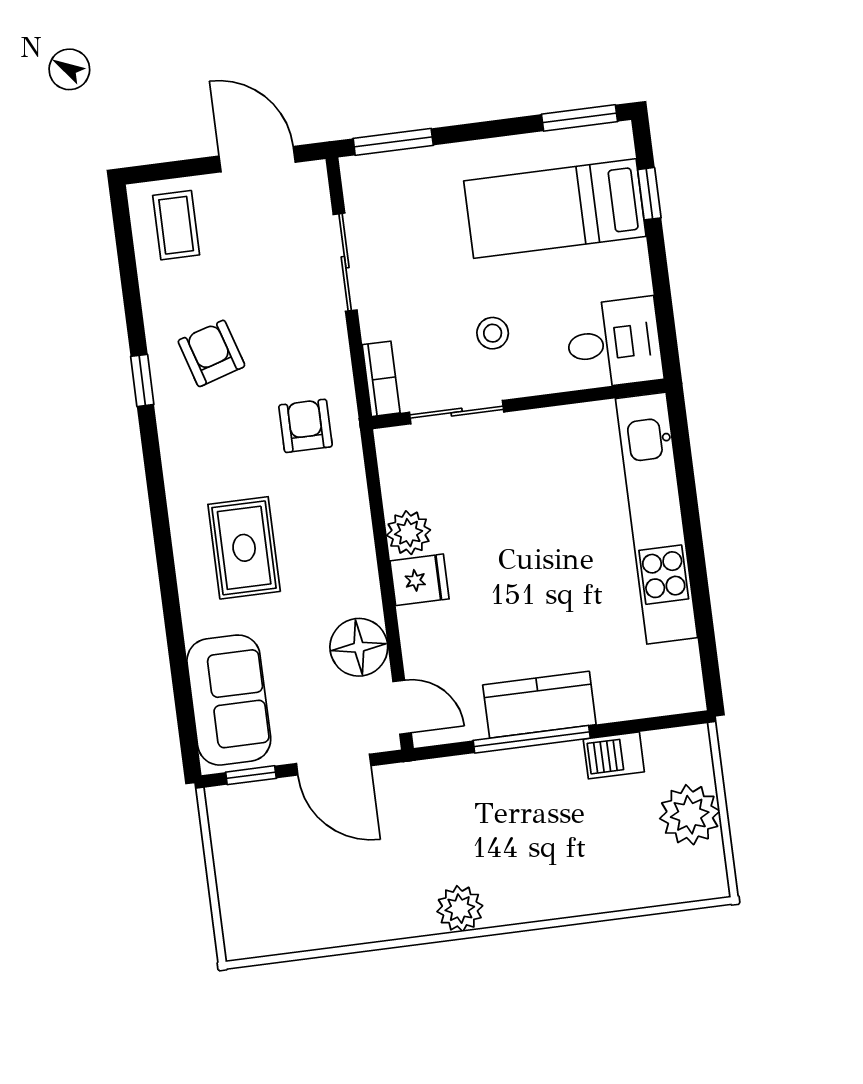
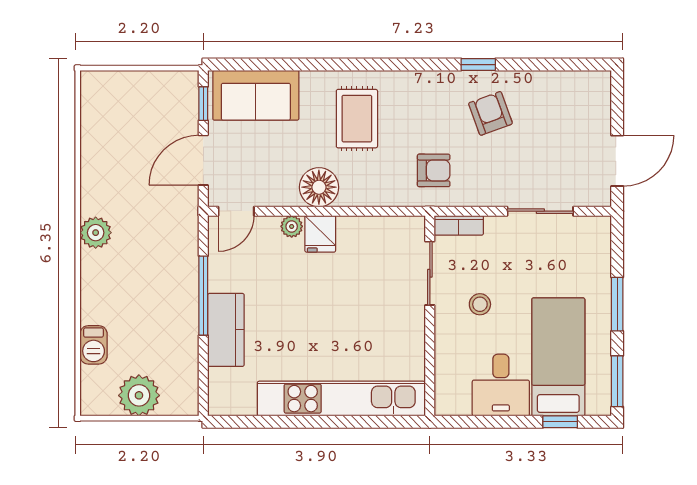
window: (393, 142) -> (617, 304), moved
coffee table: (176, 225) -> (580, 101), removed
desk: (614, 343) -> (501, 385), moved
armchair: (211, 353) -> (490, 113), turned -93
plant: (409, 533) -> (292, 226), moved, width x0.73, depth x0.73
rug: (244, 548) -> (357, 119), turned 90
floor lamp: (359, 647) -> (319, 187), moved
kitchen counter: (539, 705) -> (226, 330), moved
barbecue: (614, 755) -> (94, 345), moved, turned 180

